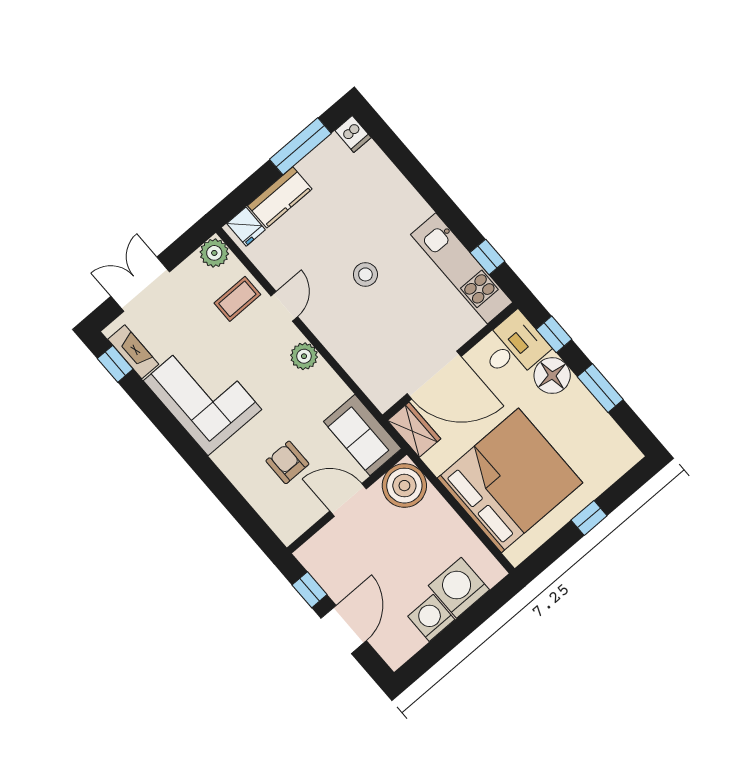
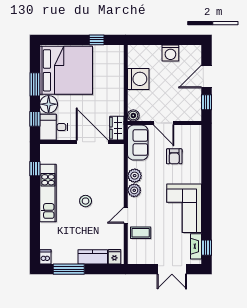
plant: (214, 253) -> (135, 176), moved
kitchen unit: (462, 268) -> (48, 193), moved
bed: (510, 480) -> (66, 70), moved, turned 180
boiler: (404, 486) -> (133, 115), width x0.54, depth x0.54
window: (589, 518) -> (97, 40), moved
washing machine: (459, 588) -> (138, 79), moved, turned -90

